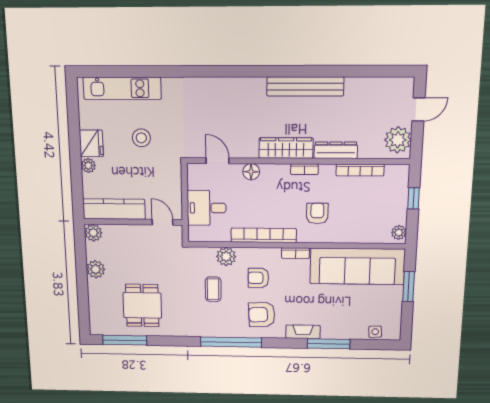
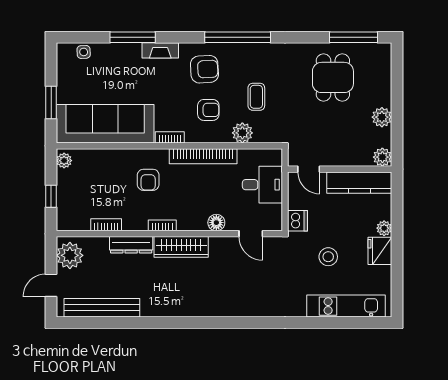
bench: (305, 87) -> (102, 308), moved
bookcase: (360, 170) -> (106, 225), width x0.64
dishwasher: (172, 173) -> (298, 221), added

